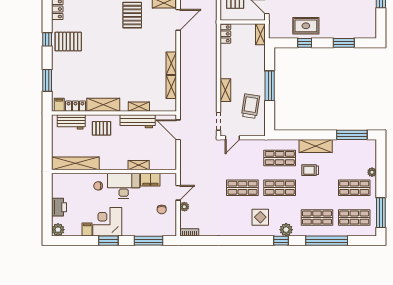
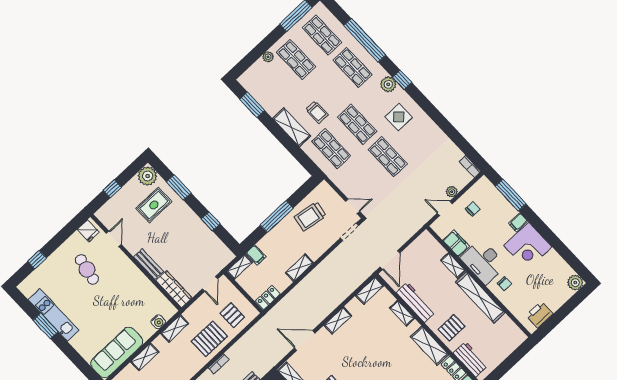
door: (178, 20) -> (305, 340), moved
rug: (306, 26) -> (154, 205), moved, turned 90
plant: (369, 30) -> (148, 176), added
filing cabinet: (258, 51) -> (256, 255), added
shelving: (171, 87) -> (370, 291), moved
shelving: (225, 90) -> (299, 268), moved
pallet: (102, 128) -> (451, 328), turned 90
window: (352, 135) -> (252, 105), width x0.69
shelving: (75, 163) -> (480, 297), moved
printer: (59, 207) -> (539, 315), moved
filing cabinet: (87, 229) -> (518, 222), moved
window: (108, 241) -> (543, 230), removed

